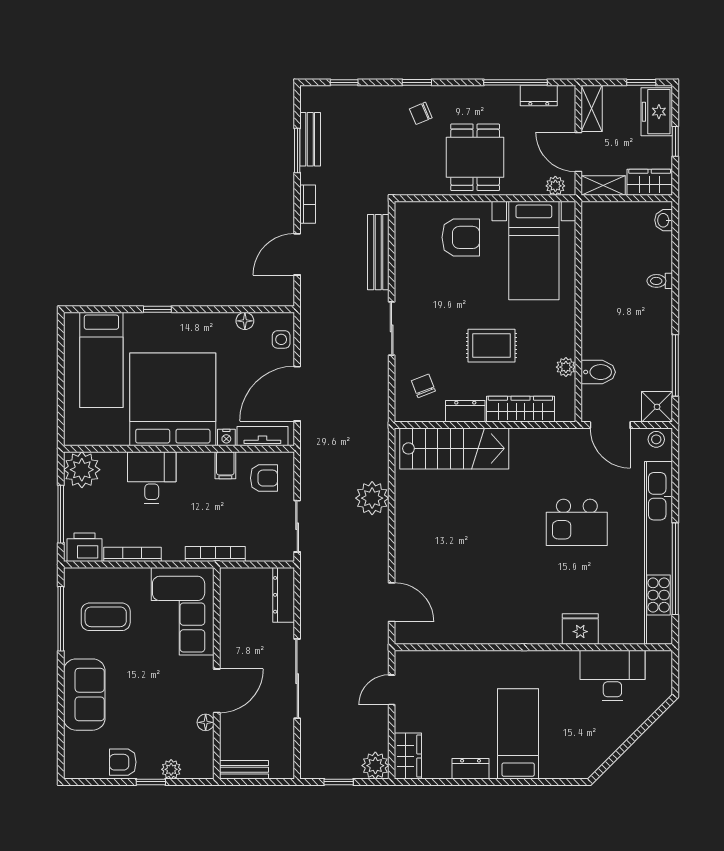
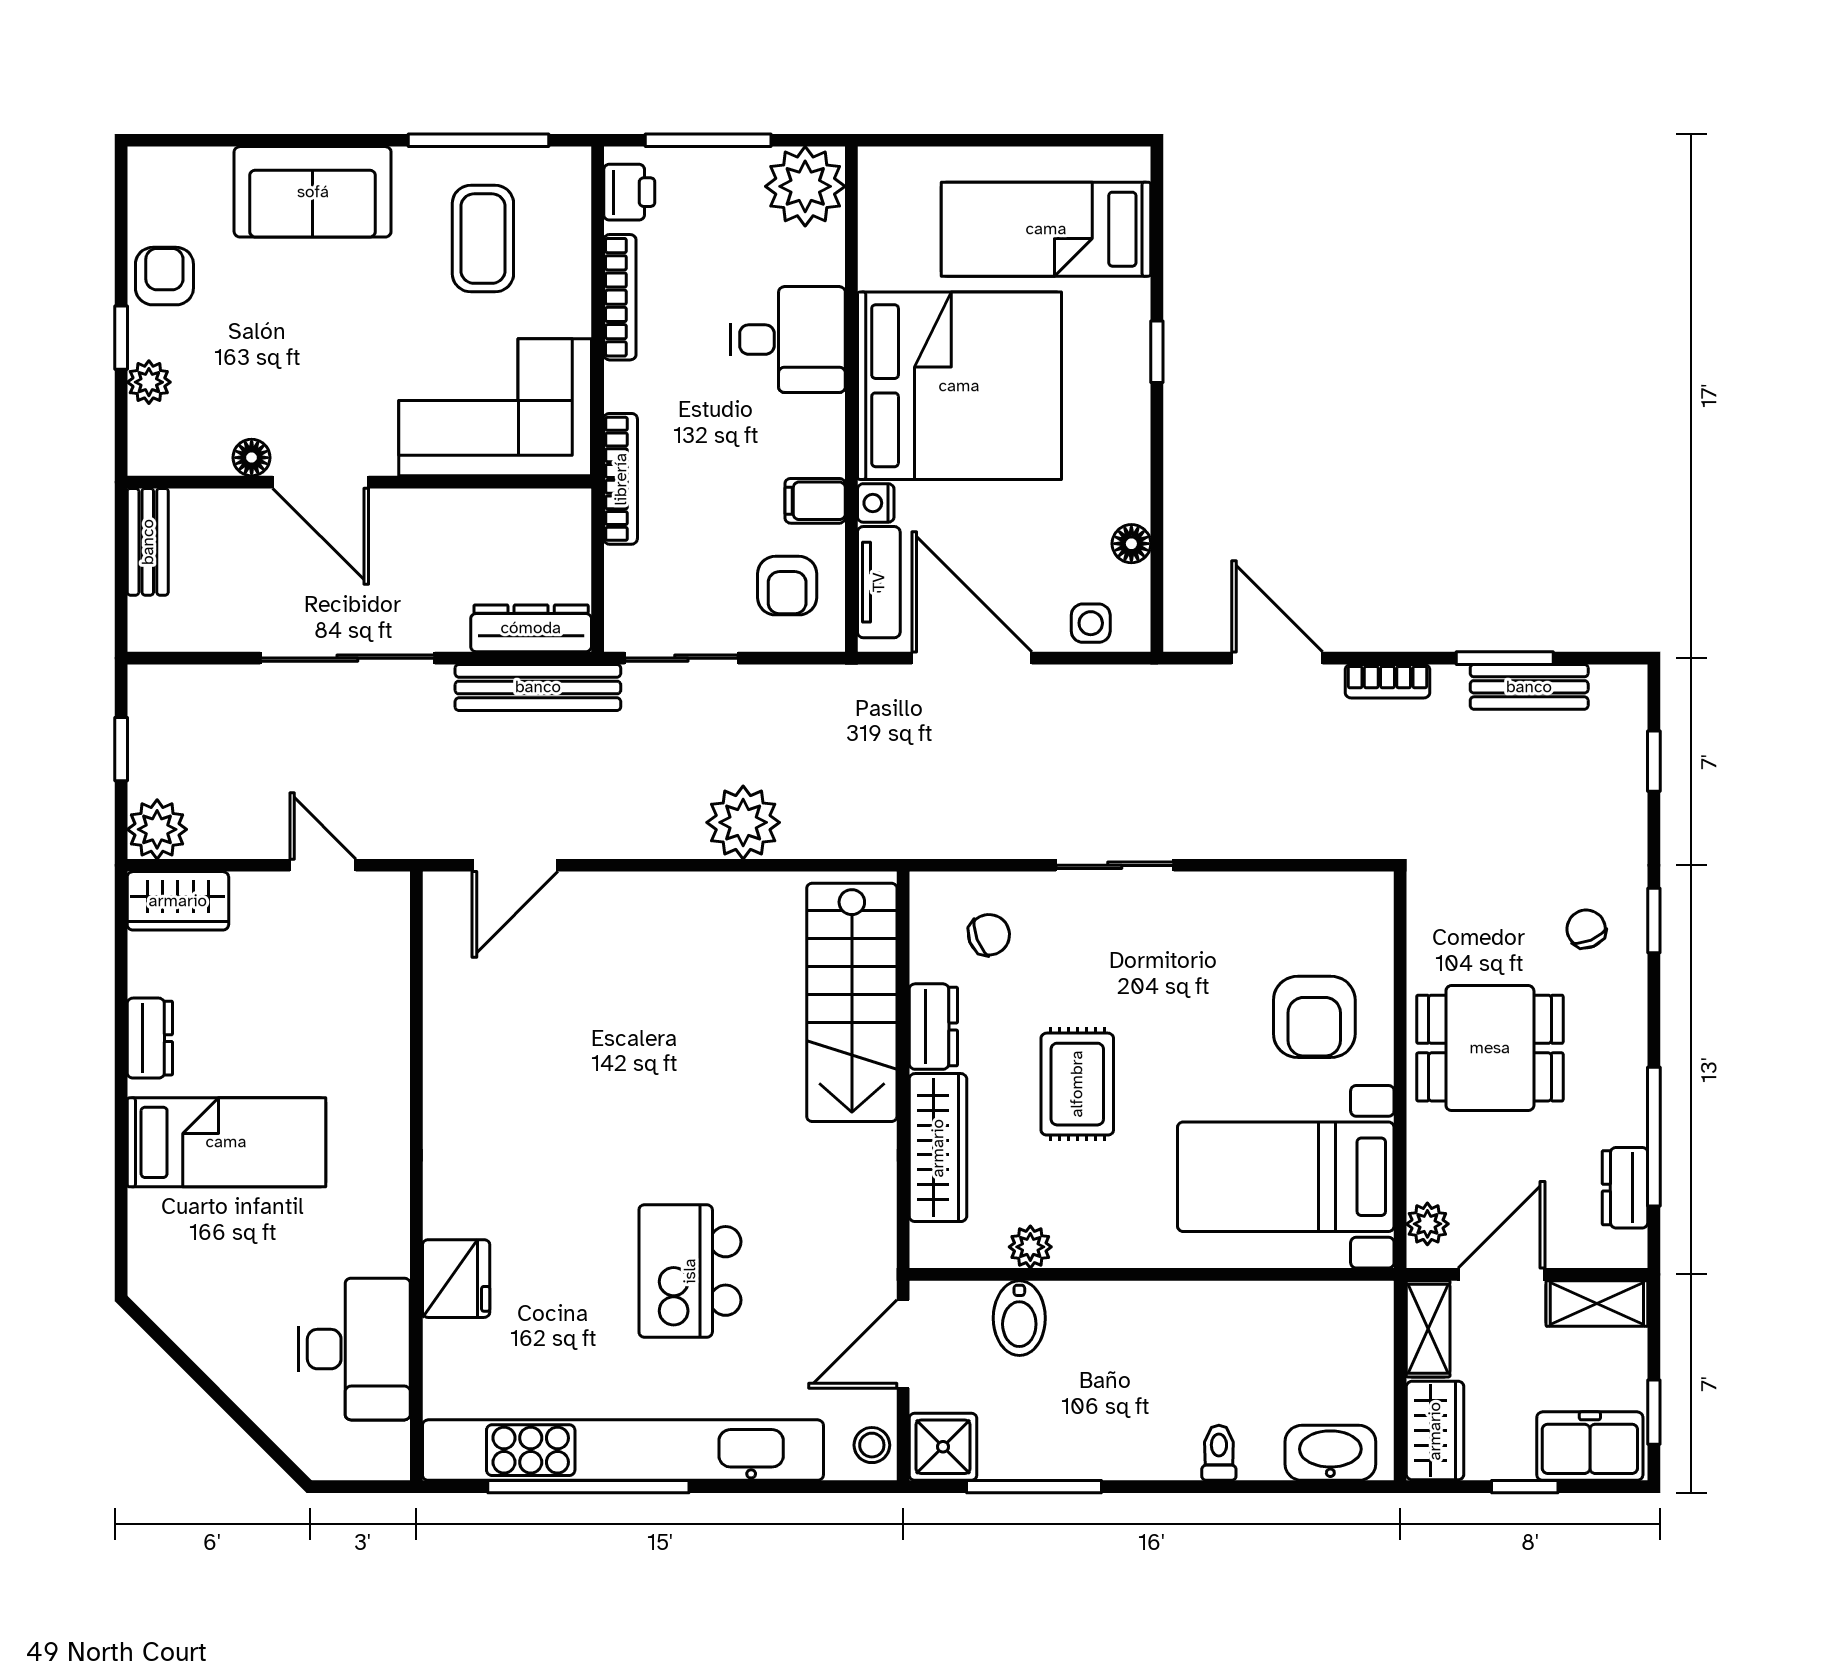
washbasin: (664, 220) -> (1330, 1453), width x1.91, depth x1.45
bench: (378, 252) -> (538, 687), moved
printer: (84, 547) -> (629, 192), width x0.73, depth x0.81

